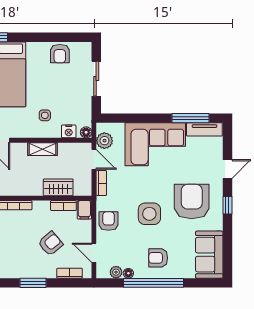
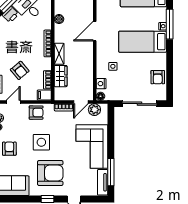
armchair: (60, 54) -> (158, 77), turned -90
sliding door: (96, 79) -> (140, 104), width x1.37
shelving: (42, 149) -> (59, 54), moved

